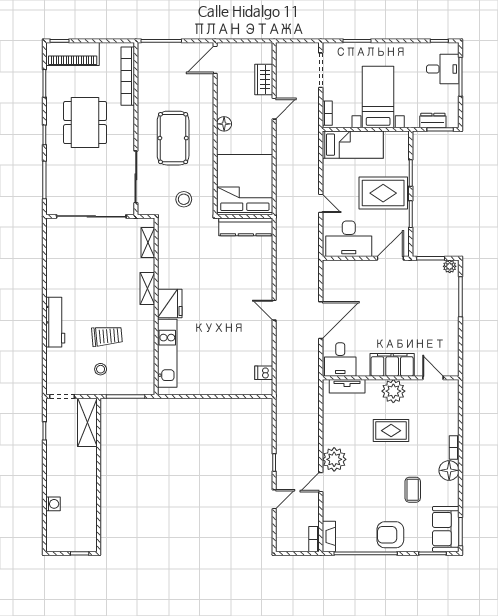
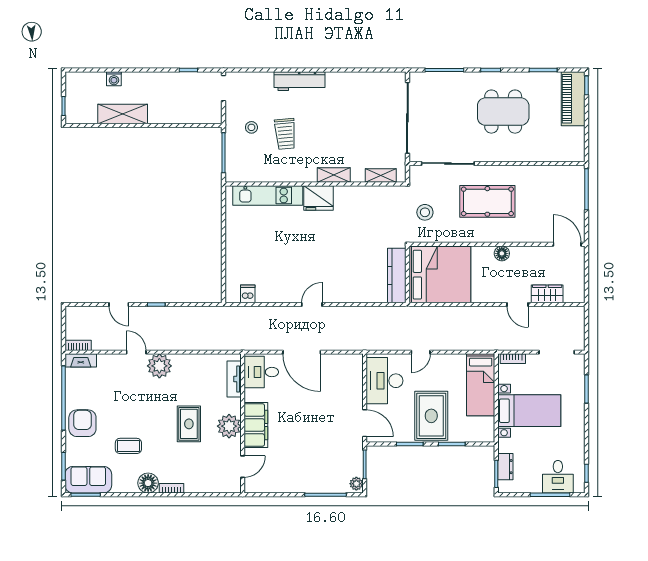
bookcase: (128, 76) -> (551, 155), removed
shelving: (87, 422) -> (123, 114), moved

